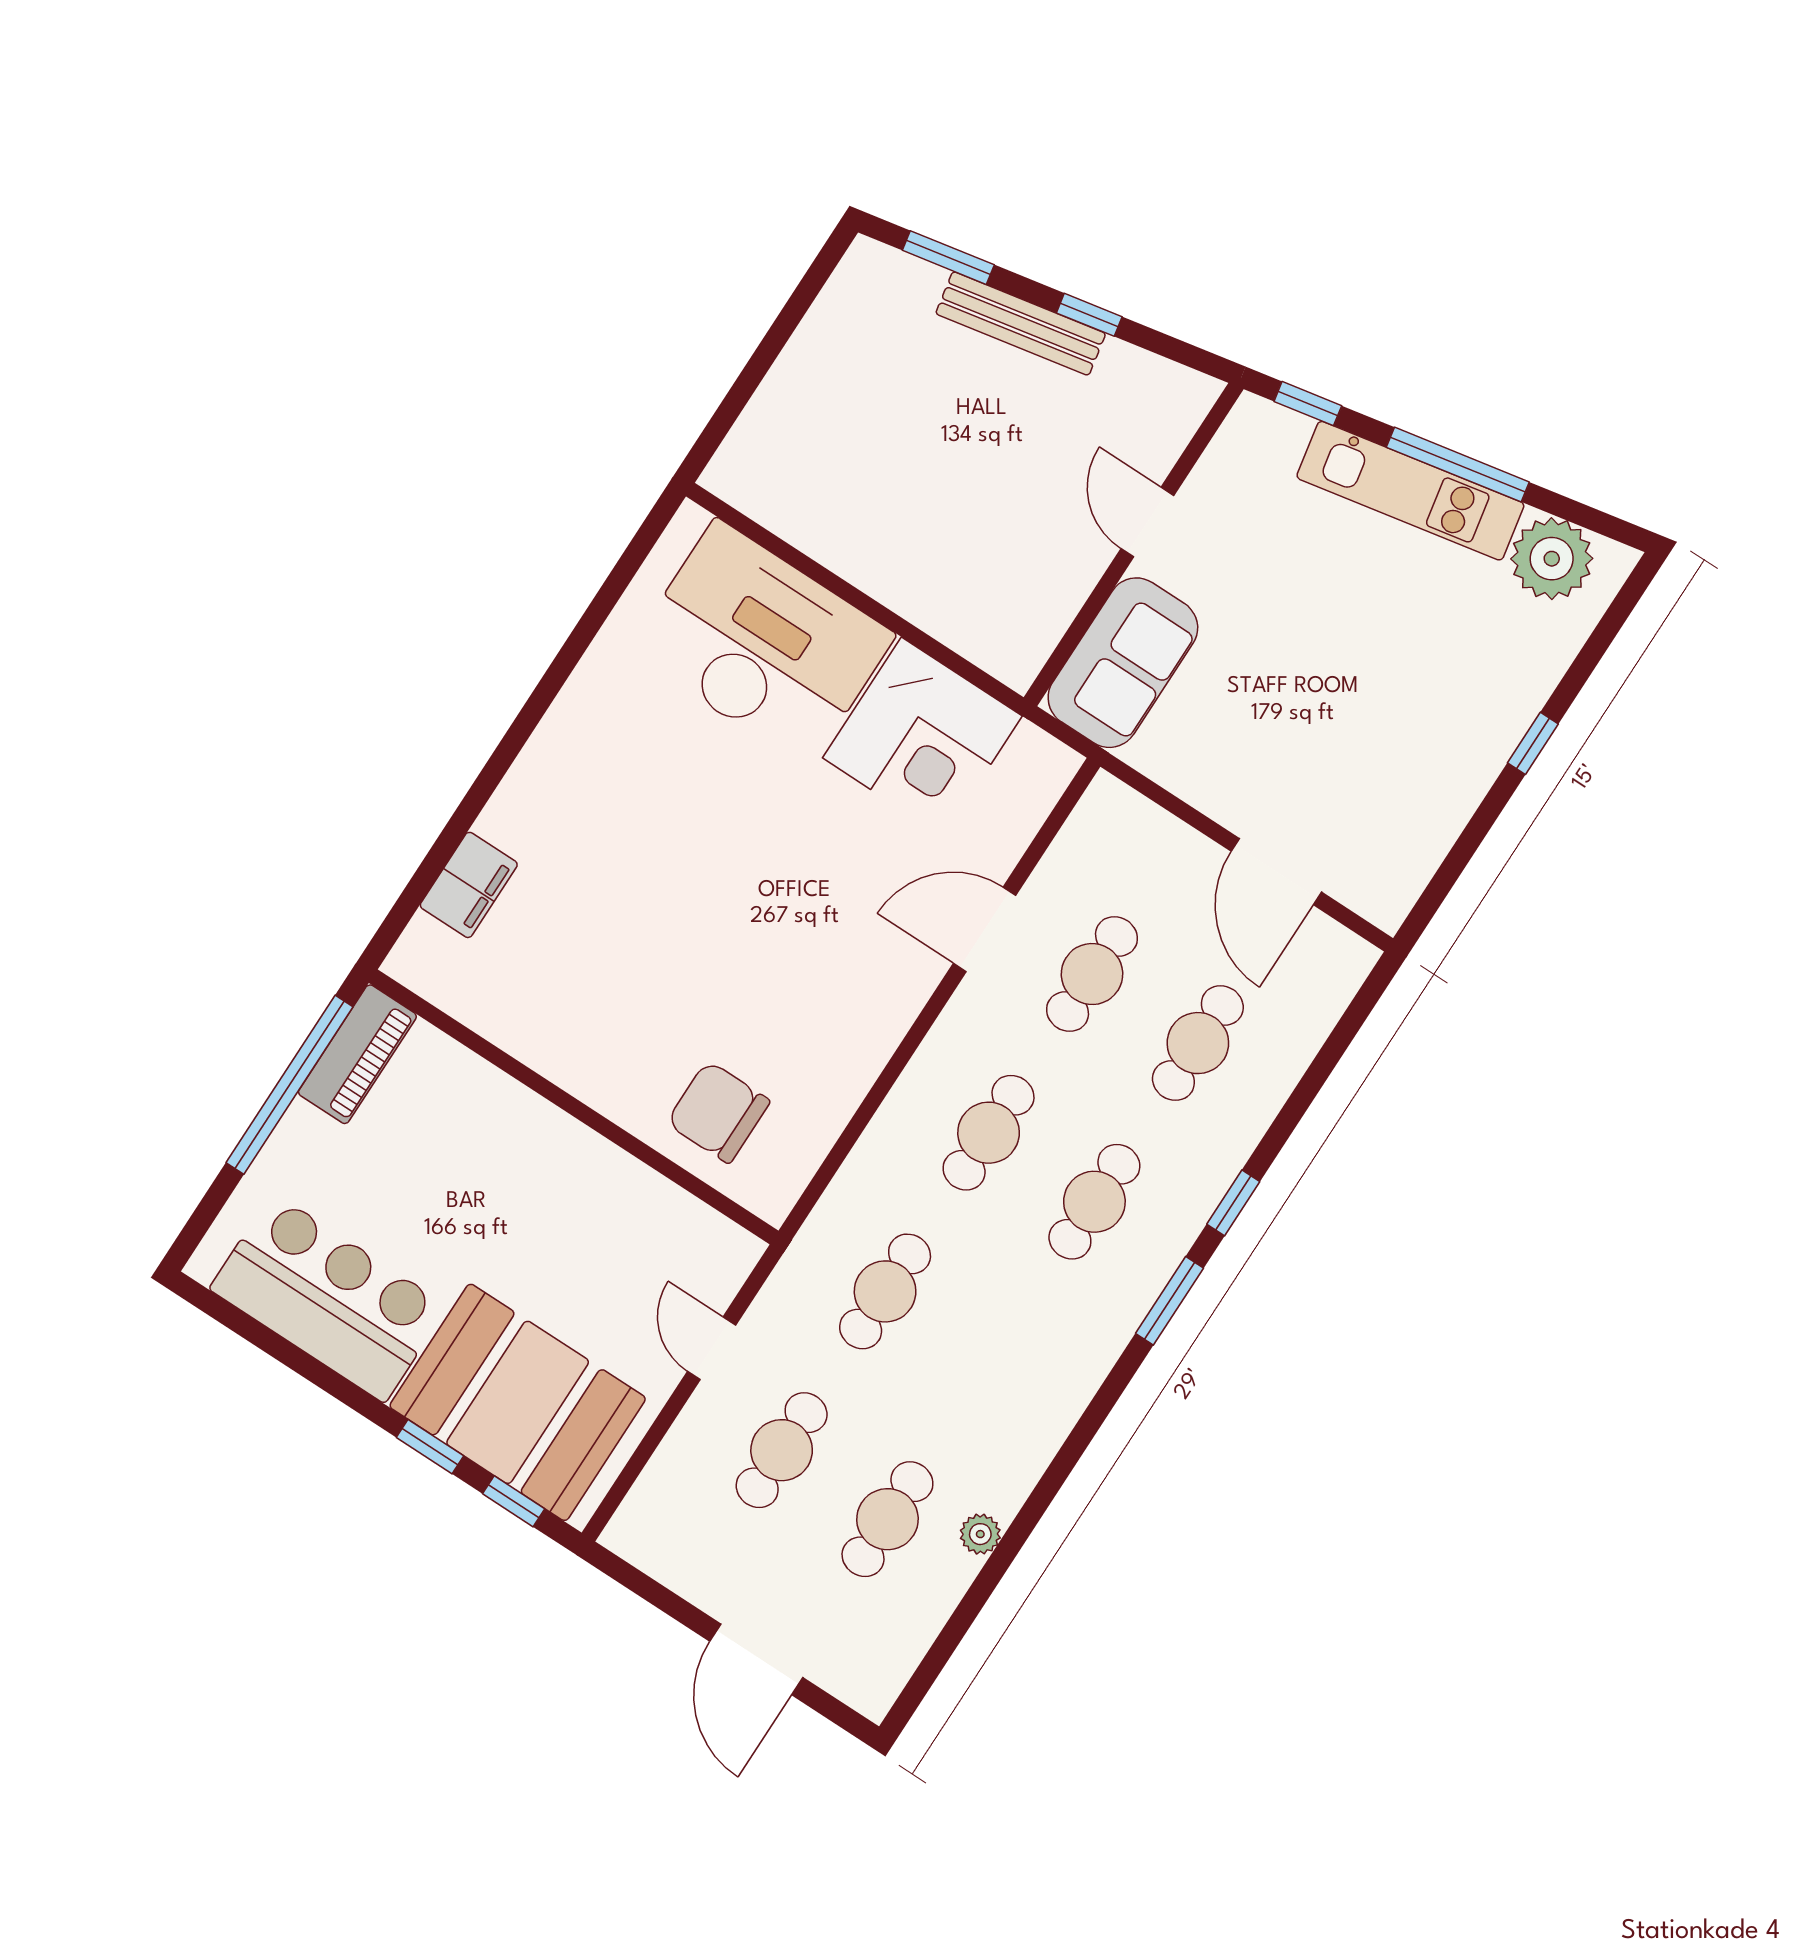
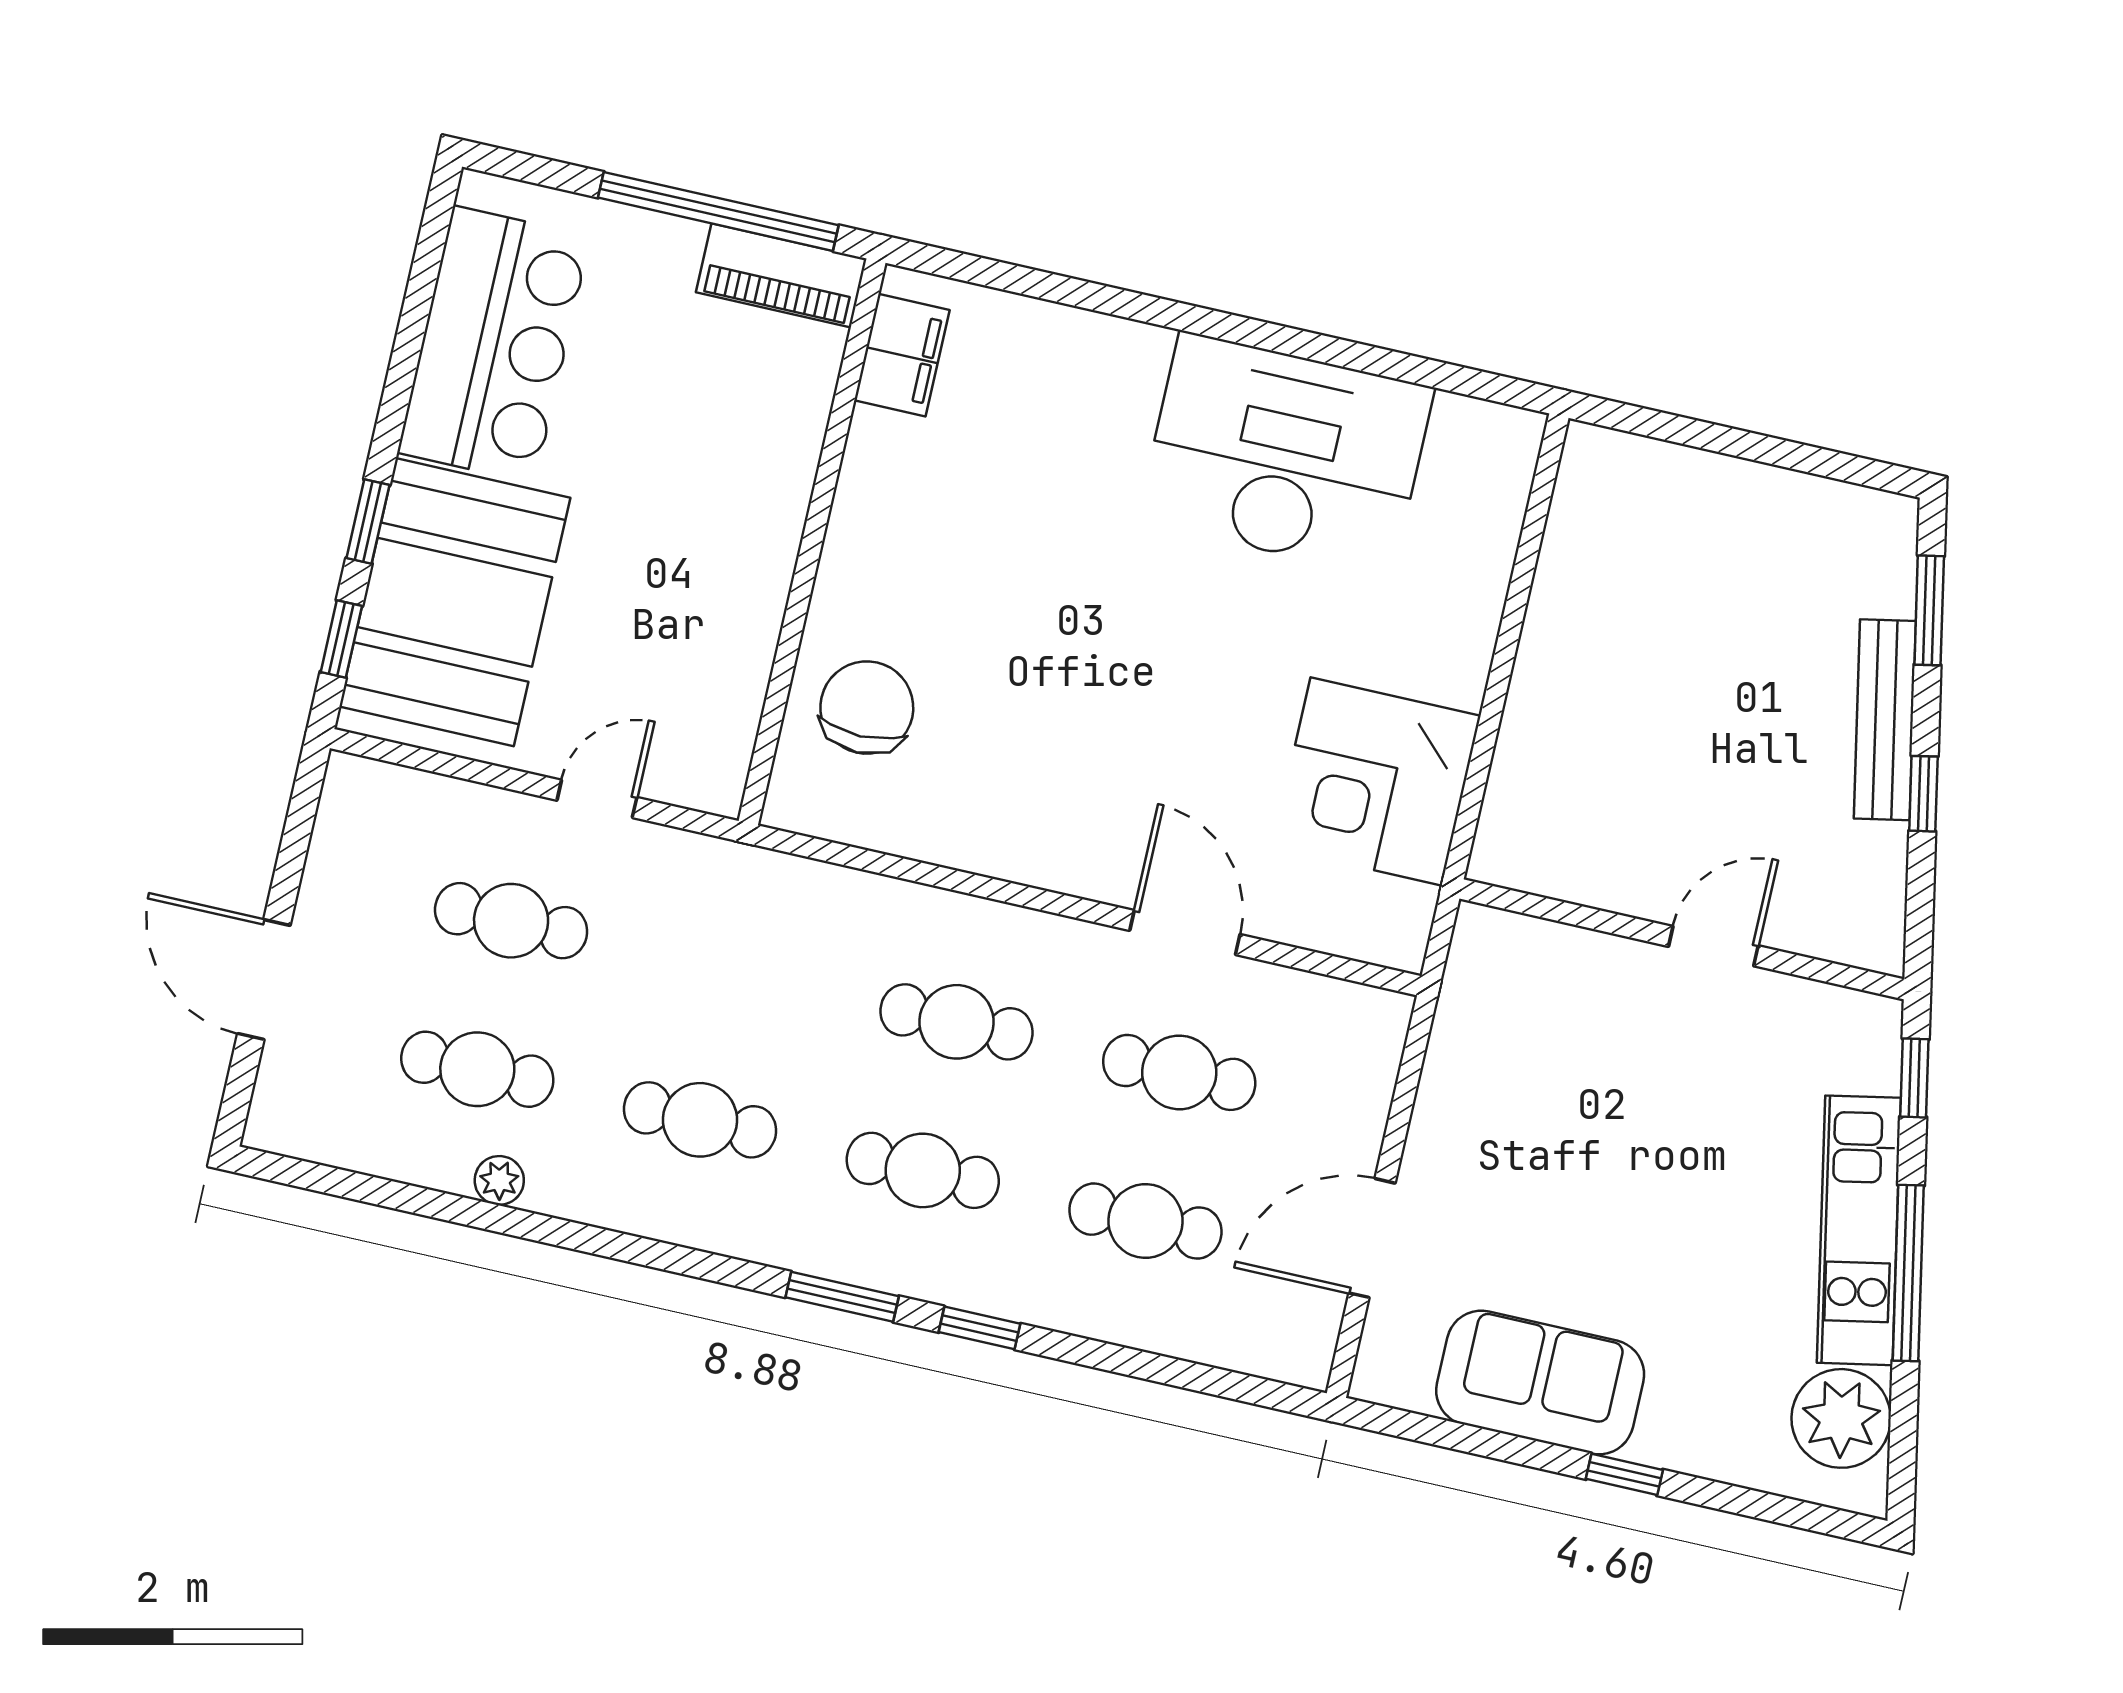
desk: (762, 643) -> (1286, 454), moved, turned -90
sofa: (1123, 663) -> (1540, 1383), moved, turned 180
filing cabinet: (469, 885) -> (902, 355), moved, turned -90
cafe table: (885, 1291) -> (700, 1120), moved
door: (756, 1659) -> (264, 979), hinge flipped

